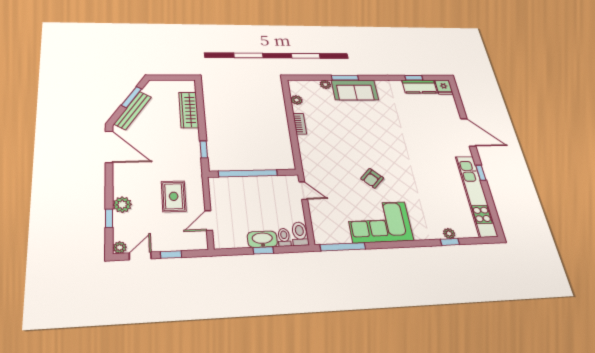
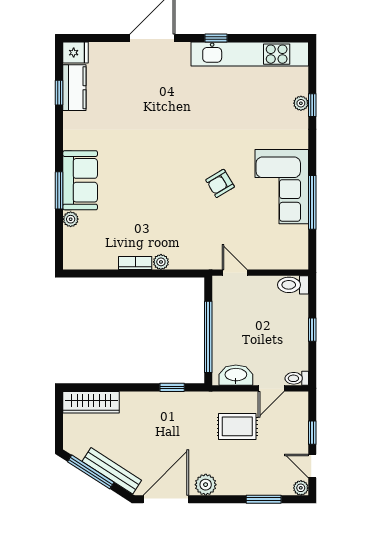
window: (132, 97) -> (91, 472), width x1.44
plant: (297, 100) -> (161, 262), moved
wardrobe: (189, 110) -> (91, 402), moved
armchair: (372, 178) -> (220, 183), turned 105
door: (303, 190) -> (235, 273), hinge flipped
plant: (122, 205) -> (206, 485), moved
window: (109, 218) -> (264, 499), width x1.50
door: (209, 220) -> (271, 388), hinge flipped
toilet: (284, 237) -> (297, 378), moved
washbasin: (262, 239) -> (236, 375), moved, turned 90
window: (343, 247) -> (312, 202), moved

